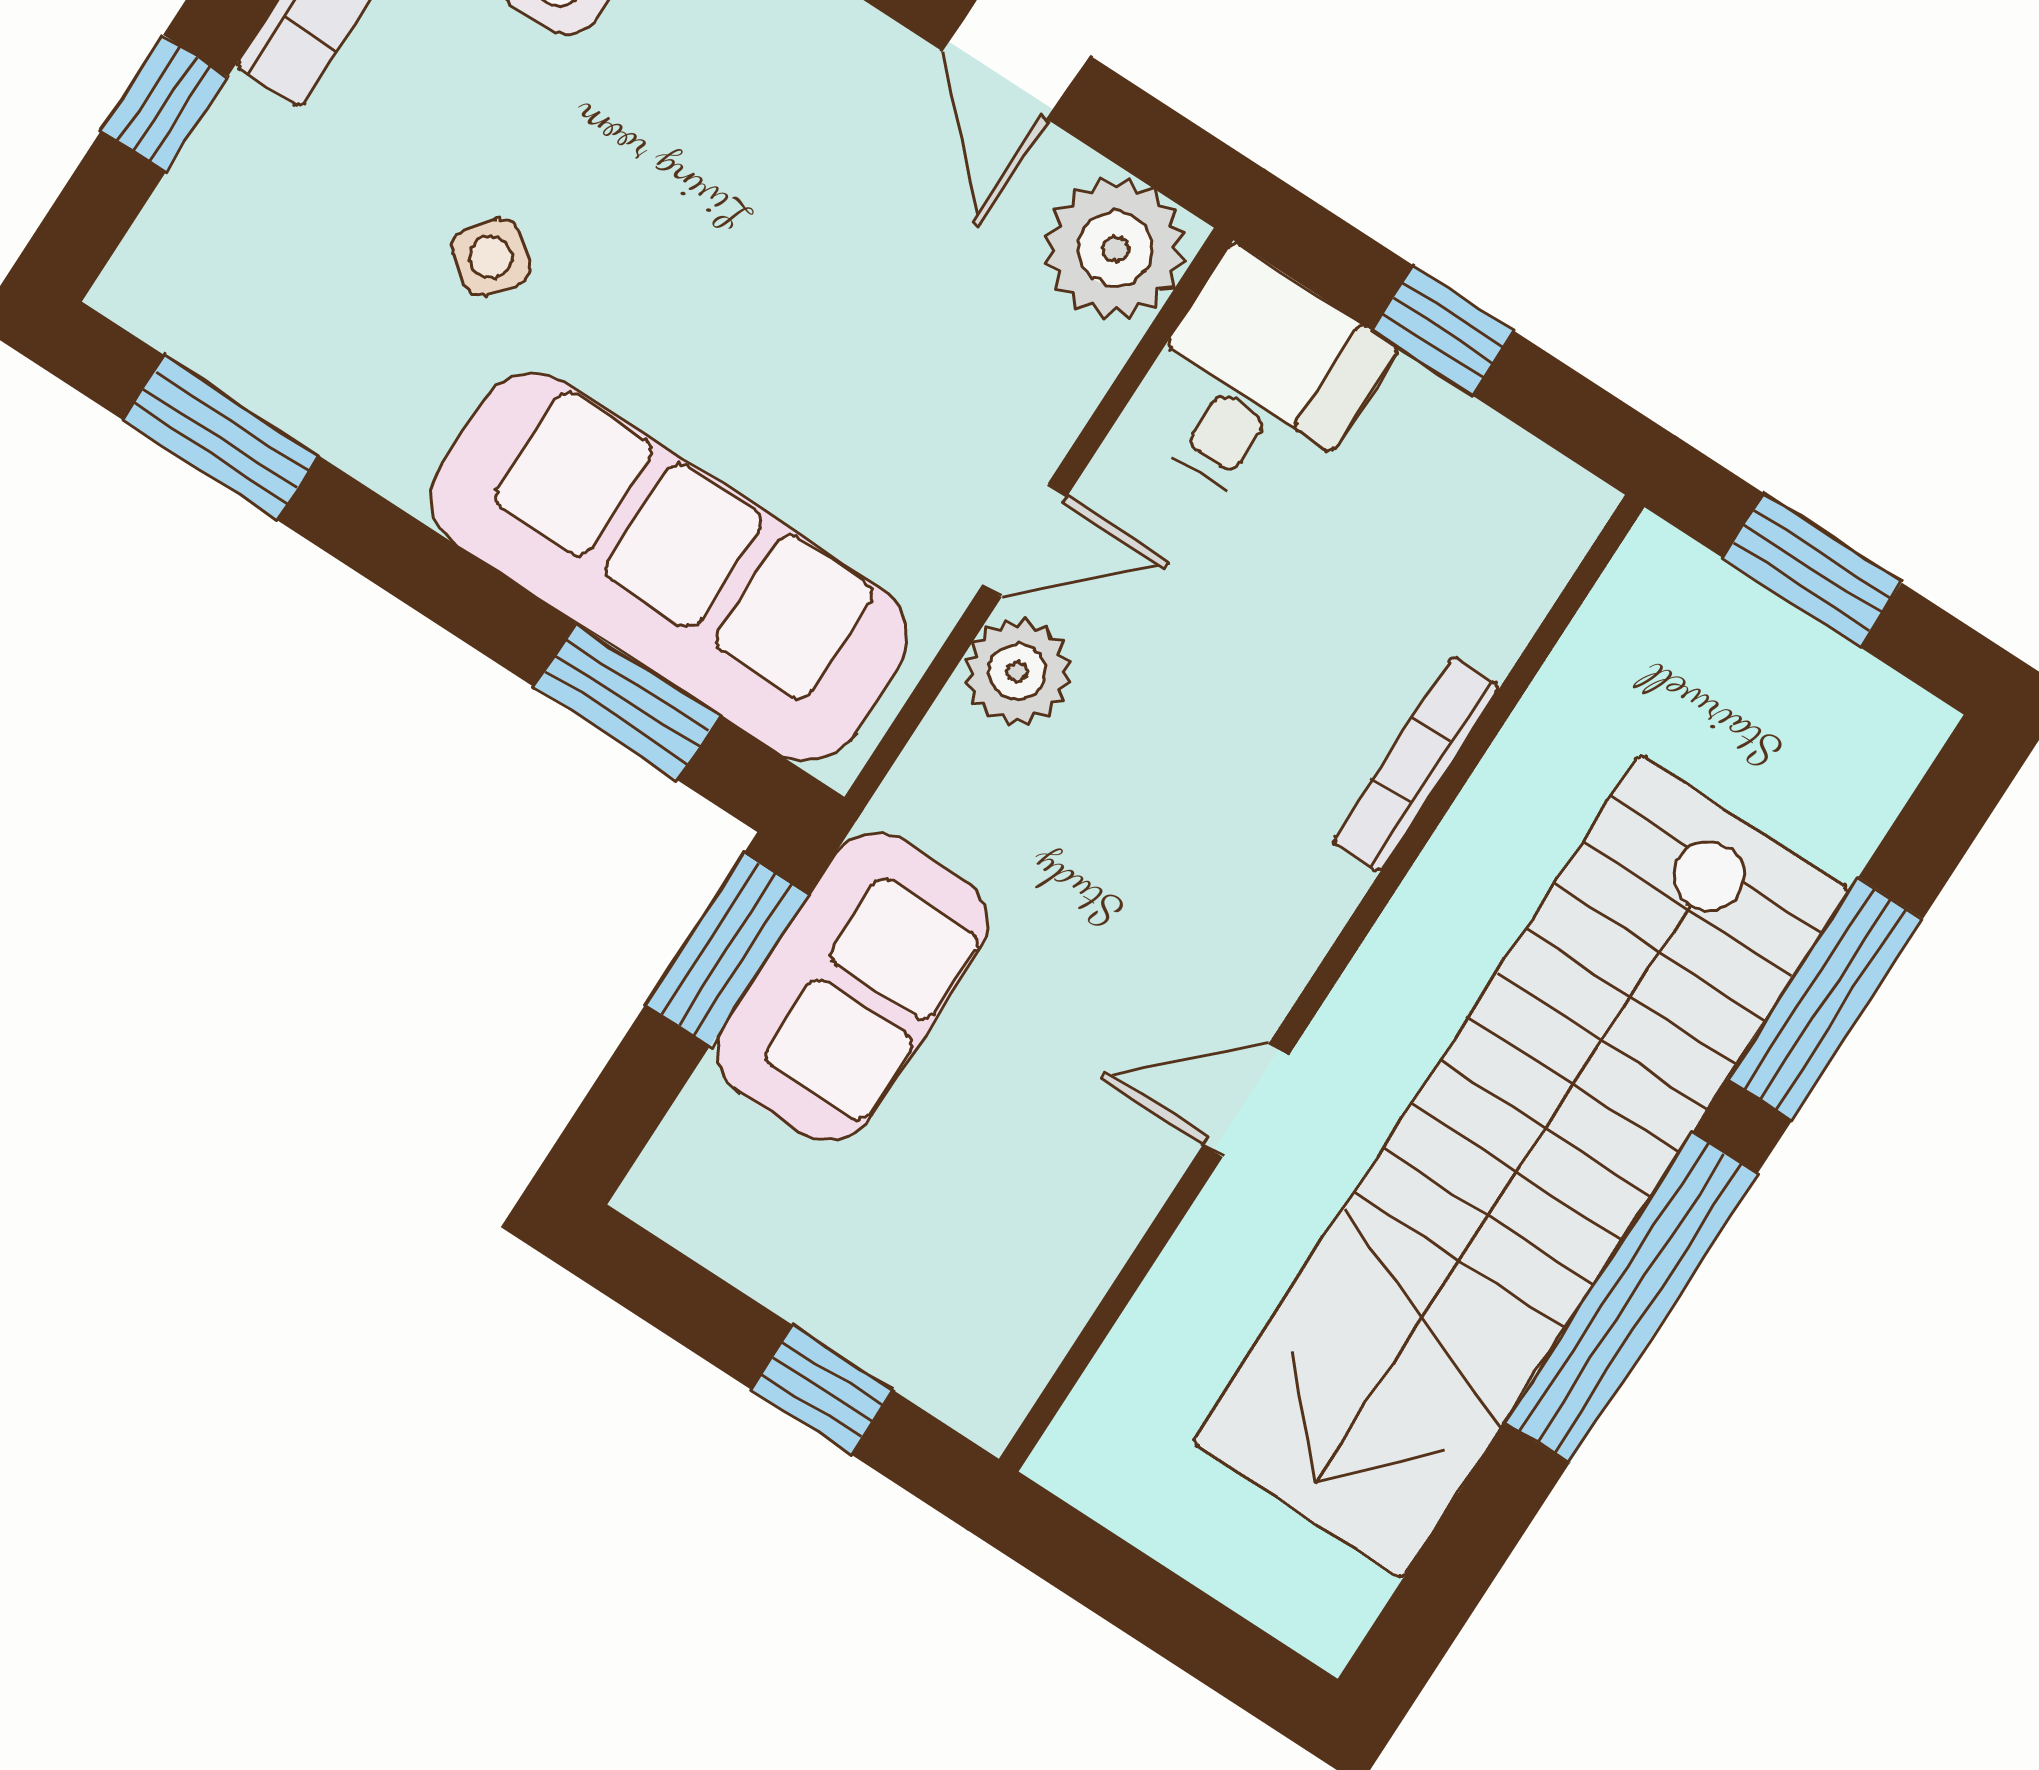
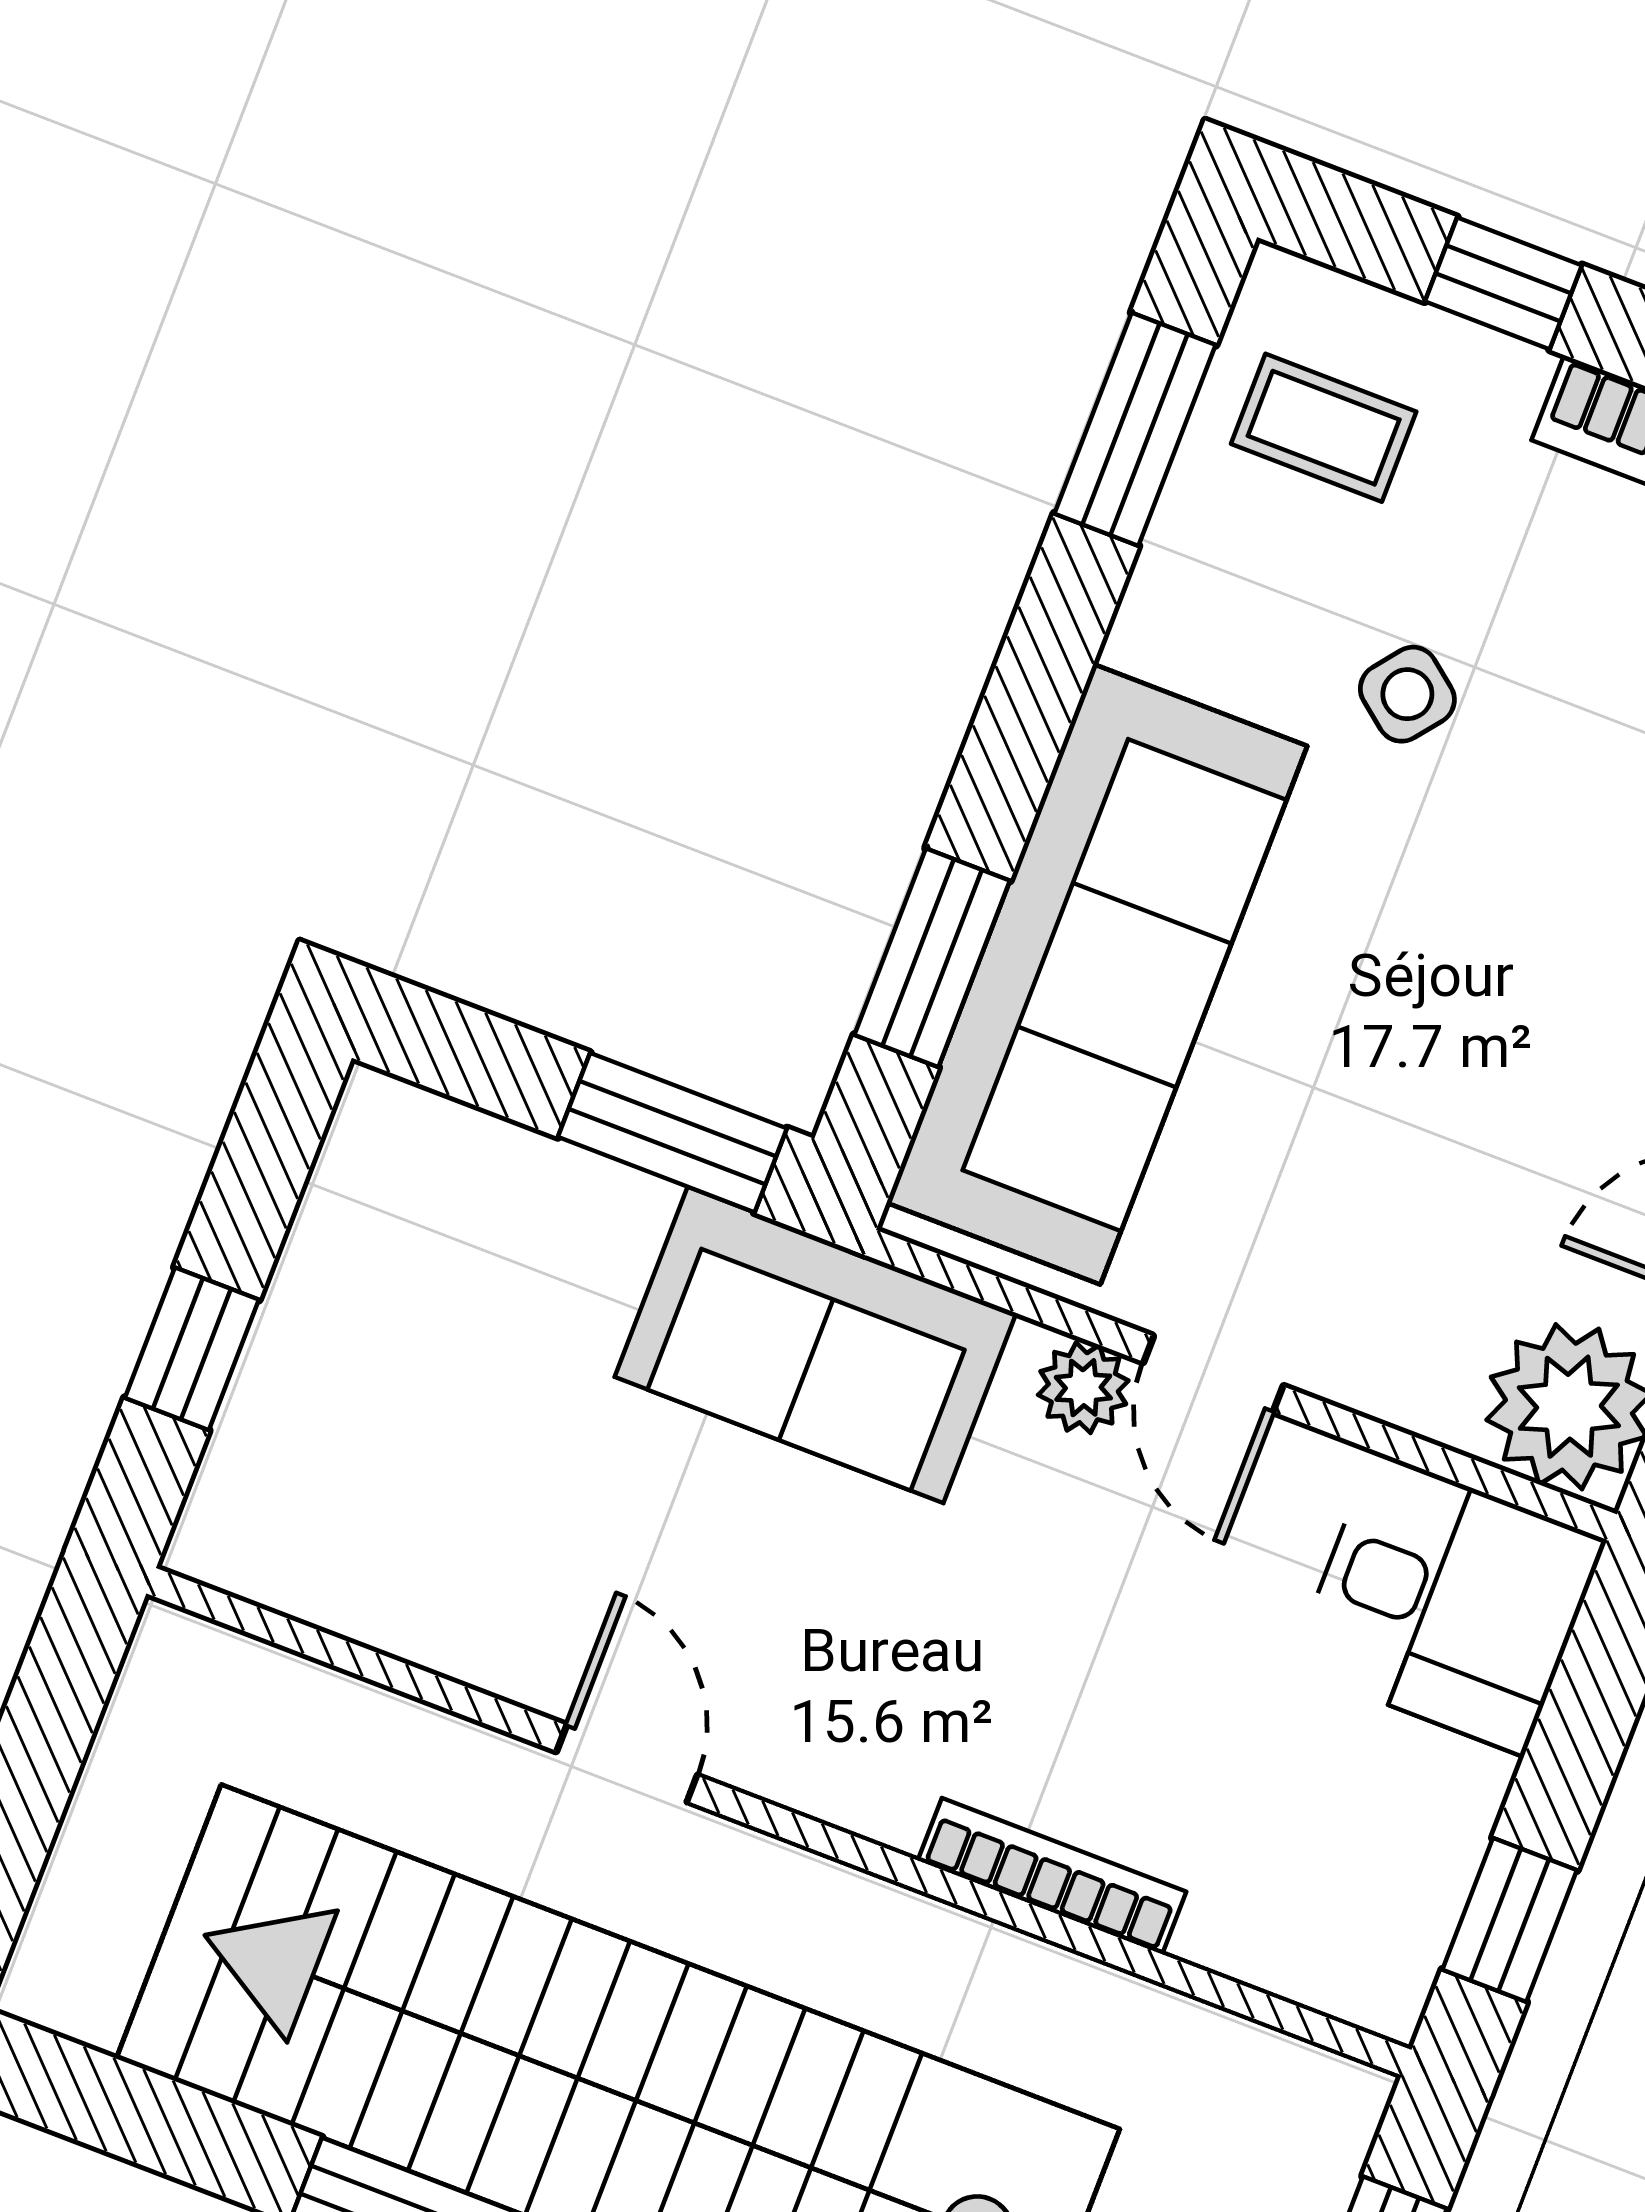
coffee table: (253, 280) -> (1324, 428), added
window: (1443, 331) -> (1510, 1920), moved
plant: (1017, 672) -> (1083, 1388), width x0.73, depth x0.73
sofa: (852, 987) -> (815, 1345), moved

